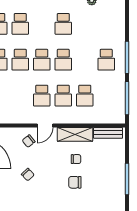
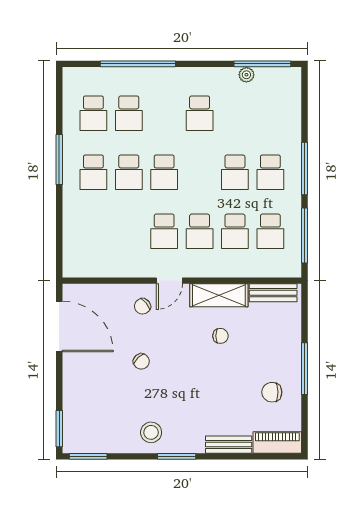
school desk: (63, 60) -> (235, 172), moved
school desk: (106, 96) -> (270, 231), added
chair: (75, 182) -> (272, 392), moved

